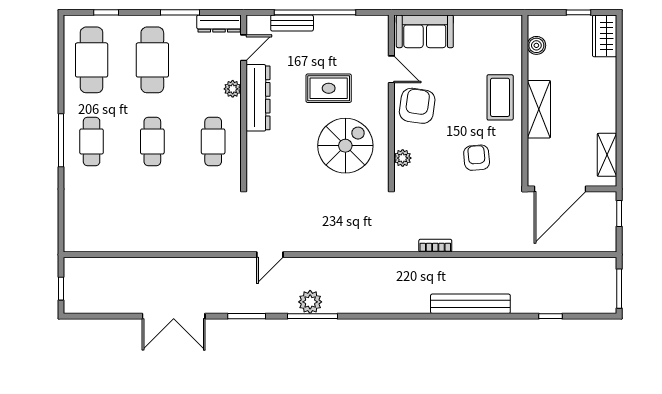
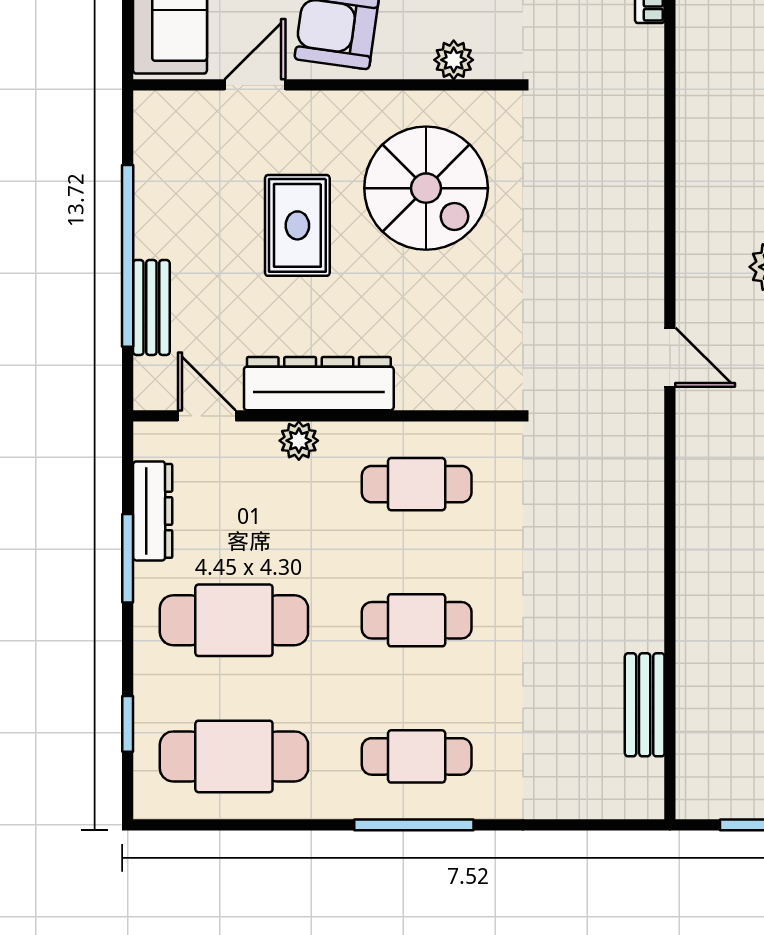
dresser: (219, 24) -> (153, 511), moved
spiral stairs: (345, 146) -> (426, 188), turned 180
bench: (115, 243) -> (645, 705), added

